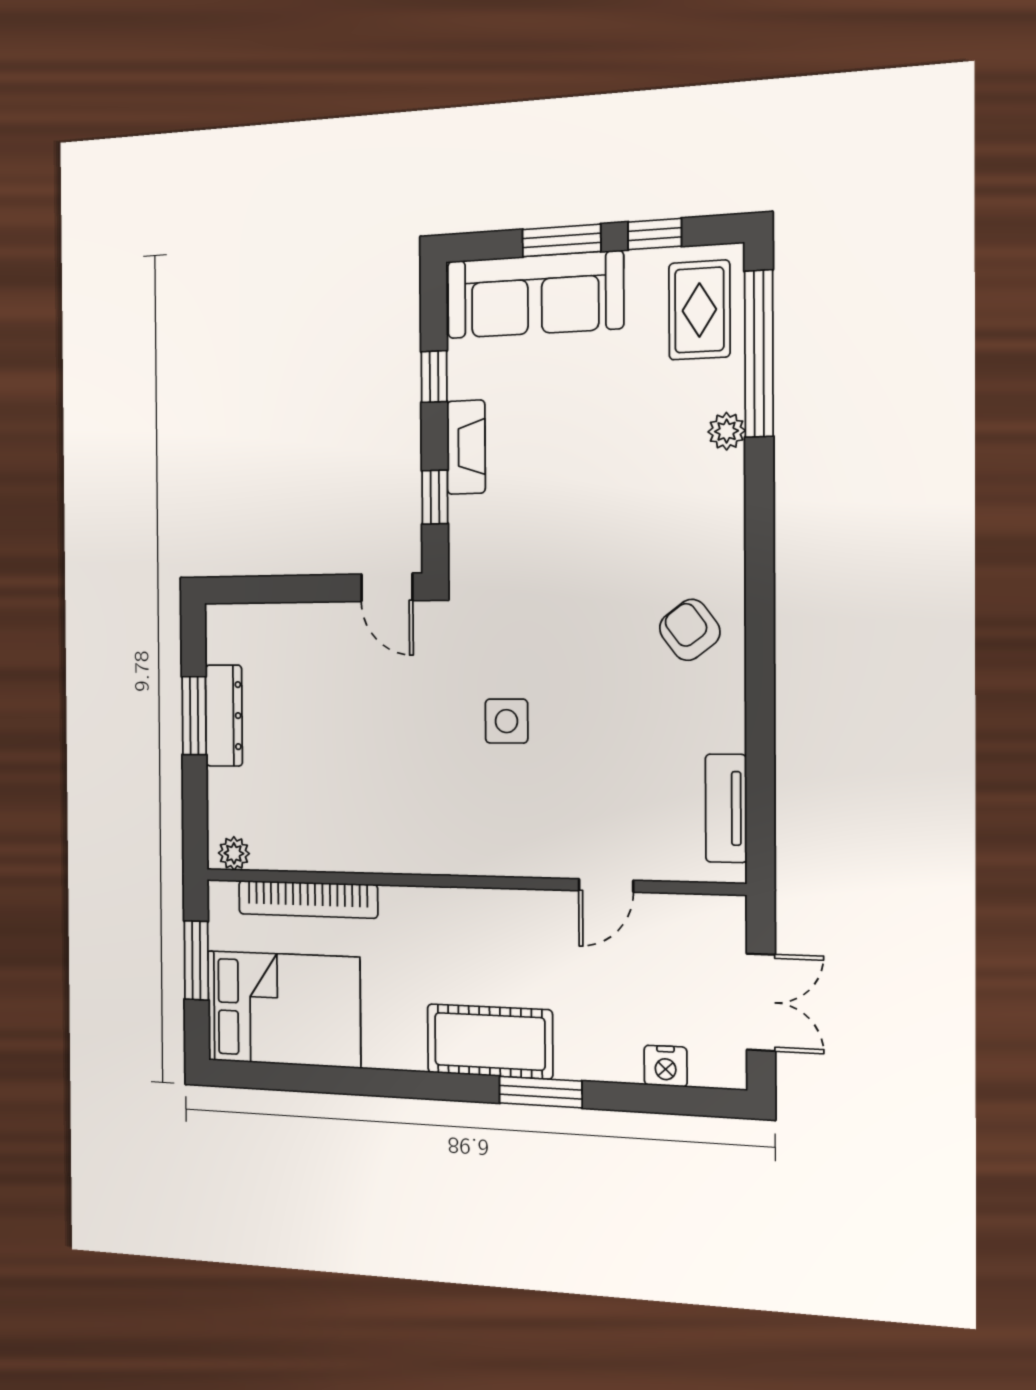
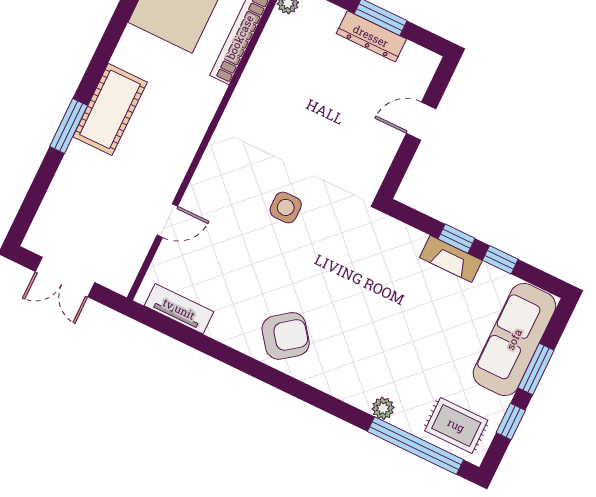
window: (435, 497) -> (456, 239), moved
door: (387, 587) -> (421, 121), moved
armchair: (690, 630) -> (286, 336), width x1.38, depth x1.38
door: (606, 886) -> (167, 221), swing flipped
nightstand: (666, 1066) -> (53, 206), removed

